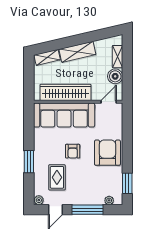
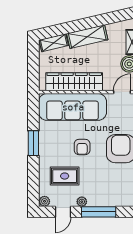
window: (29, 162) -> (33, 143), moved
rug: (57, 177) -> (65, 176), turned 90
plant: (109, 200) -> (82, 202), moved

